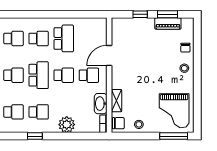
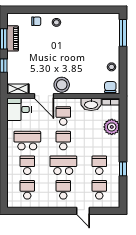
desk: (96, 30) -> (19, 109), added
stool: (121, 74) -> (62, 85), added
shelving: (117, 101) -> (18, 89), moved
grand piano: (174, 111) -> (98, 32), removed
plant: (67, 125) -> (112, 127), moved

